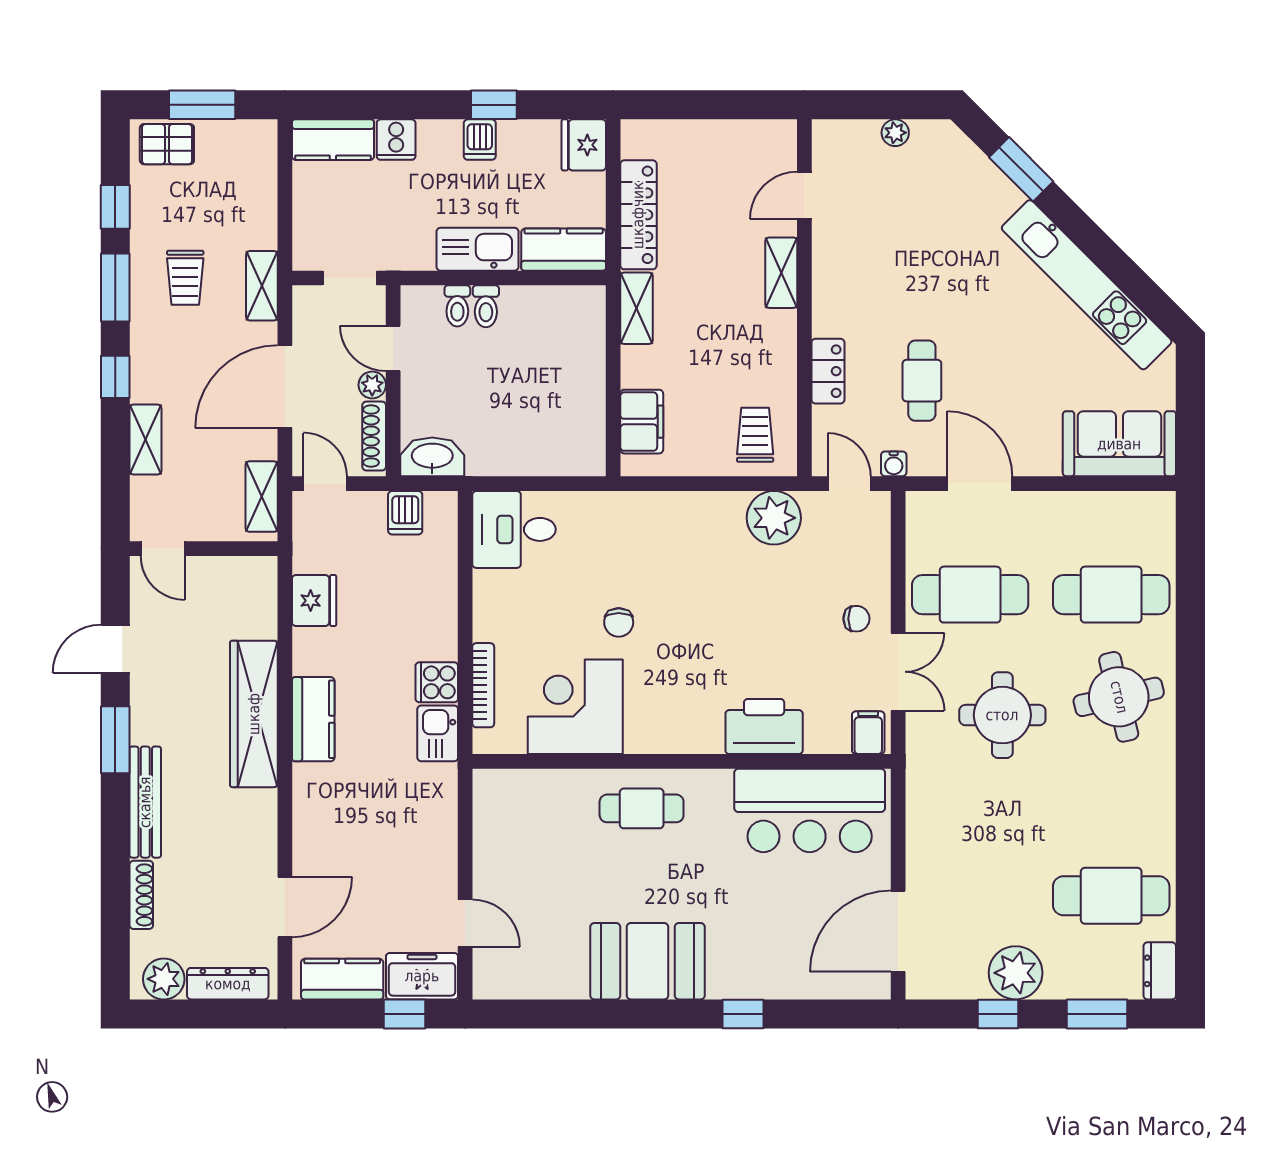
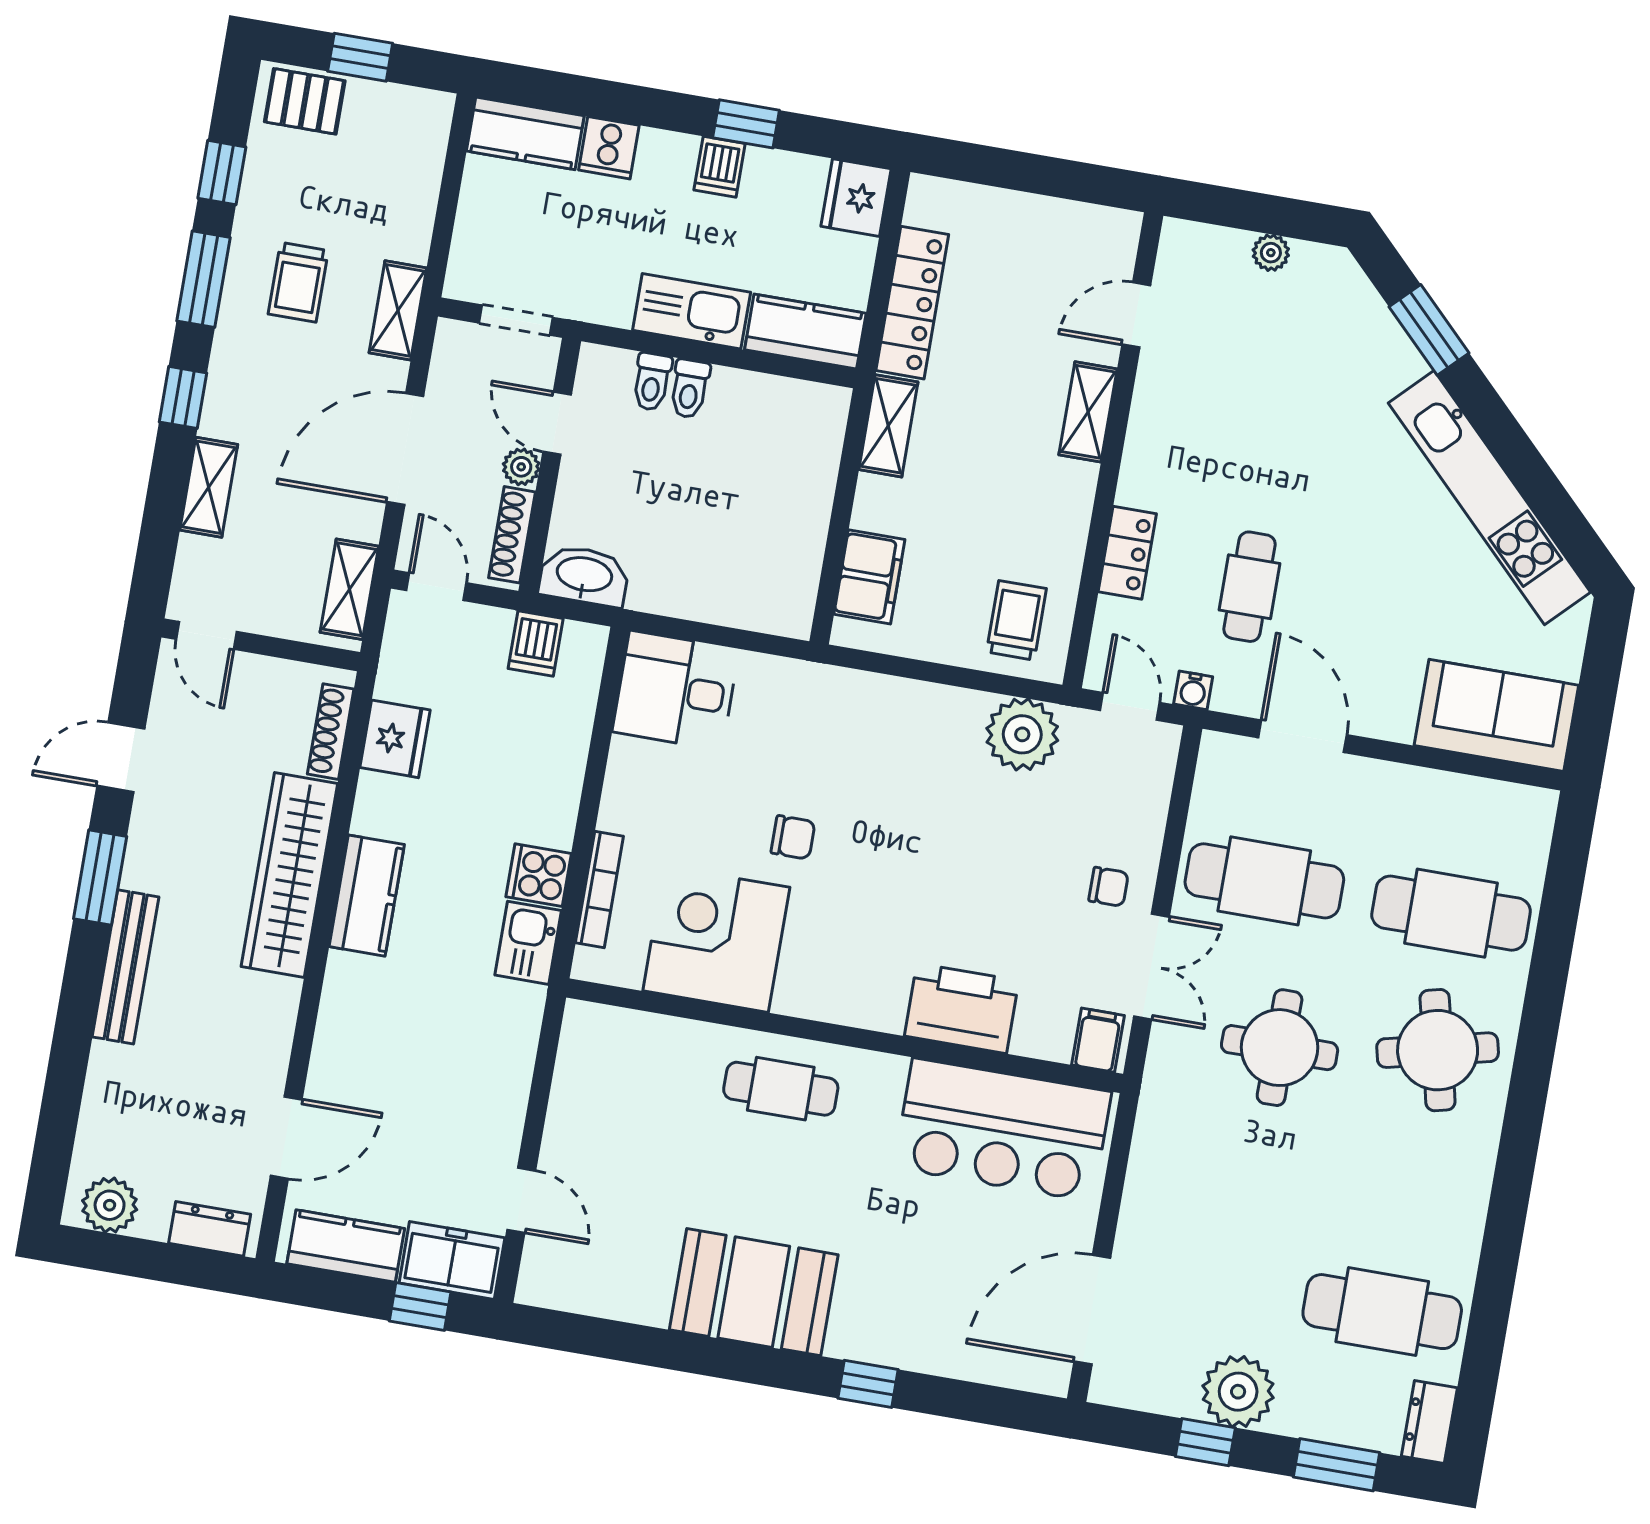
window: (202, 105) -> (360, 57), width x0.67
chair: (619, 622) -> (793, 837), turned -90
shoe rack: (141, 895) -> (331, 732), moved, turned 180
dresser: (228, 984) -> (210, 1229), width x0.70

